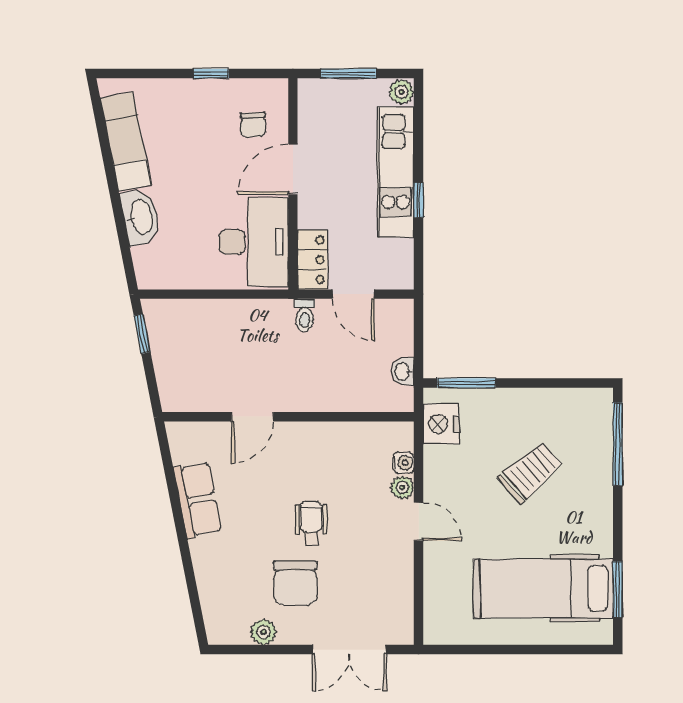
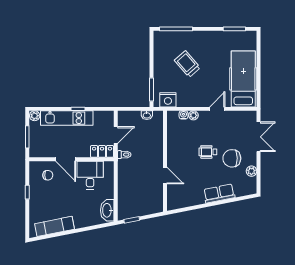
washbasin: (141, 217) -> (107, 210), moved, turned -79
desk: (254, 242) -> (90, 175), width x0.73
row of seats: (198, 500) -> (219, 193), moved
door: (419, 521) -> (217, 109), moved
chair: (295, 583) -> (232, 158), turned 180
hospital bed: (543, 588) -> (243, 79), moved, turned 180

